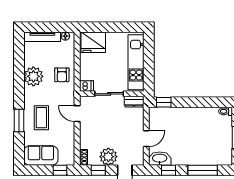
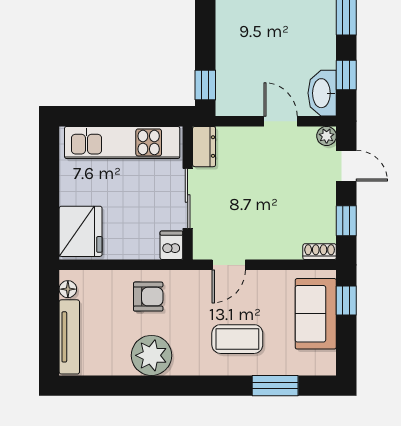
window: (19, 121) -> (275, 386), moved
sofa: (41, 156) -> (316, 314), moved
plant: (108, 157) -> (327, 136), moved, width x0.53, depth x0.53

